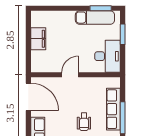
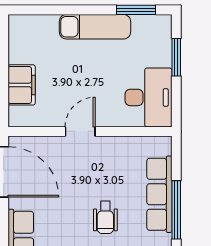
exam couch: (95, 18) -> (95, 27), moved
filing cabinet: (38, 39) -> (22, 85), moved

